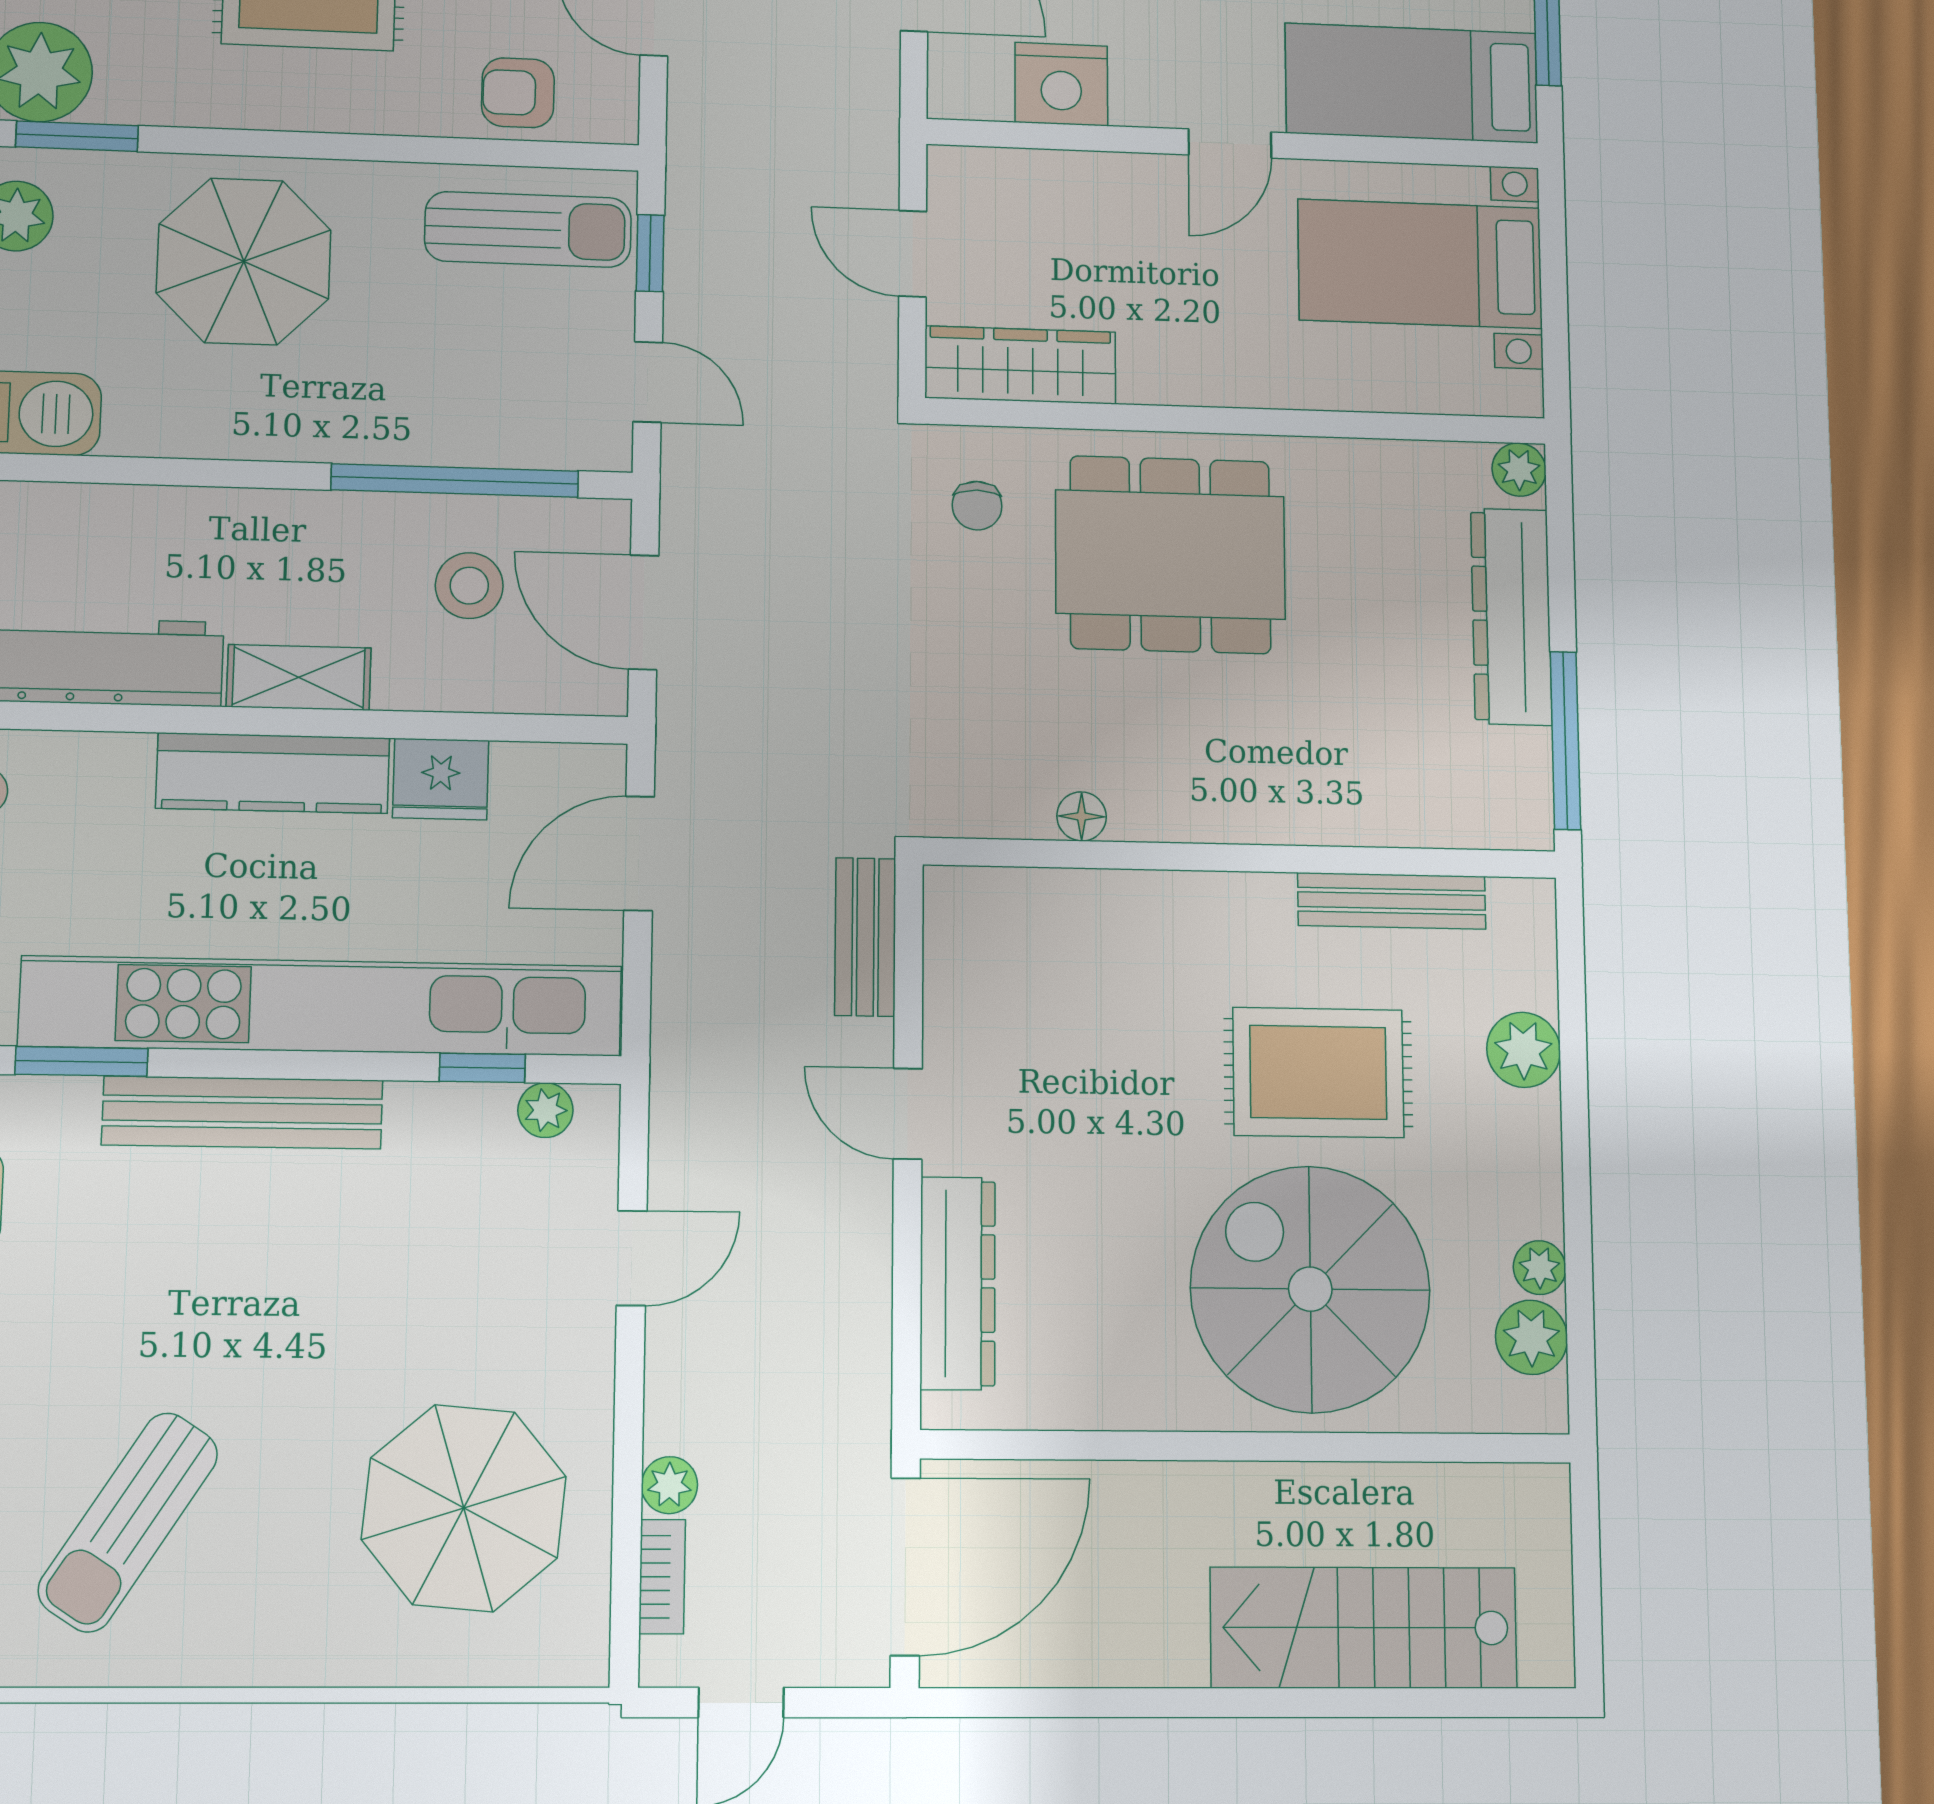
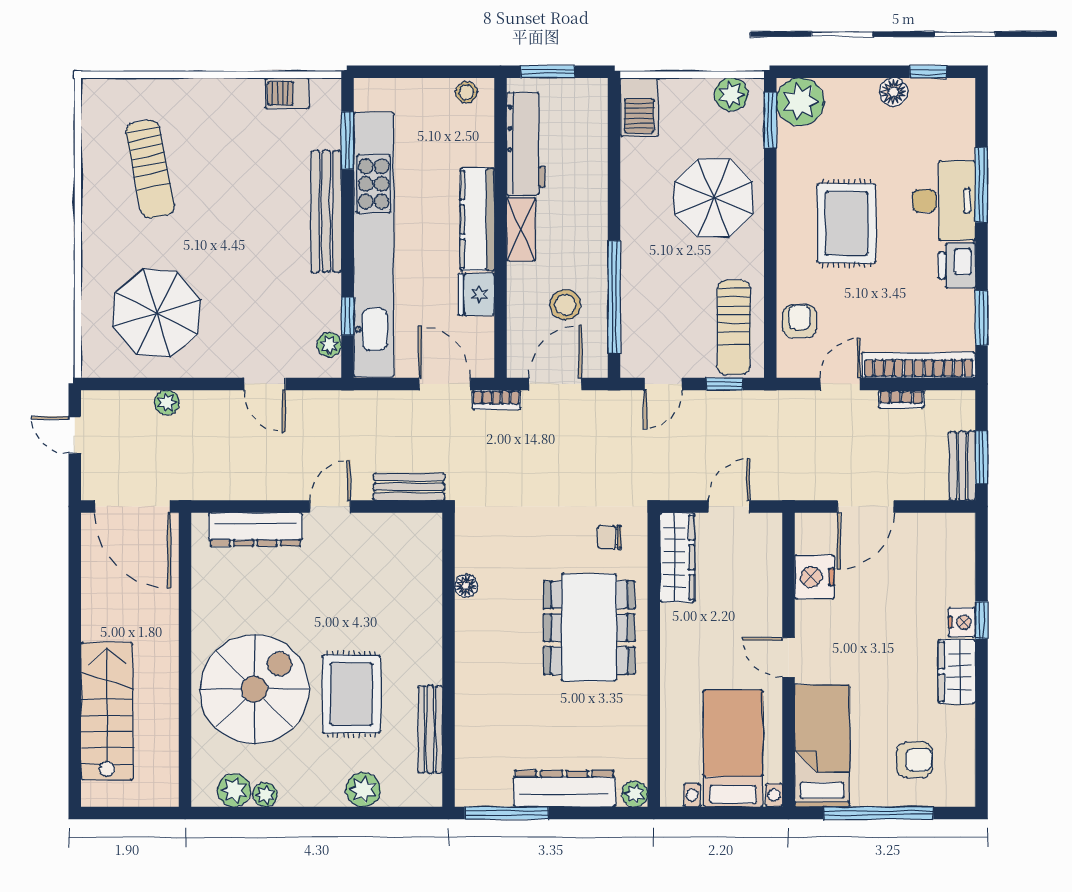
sun lounger: (128, 1522) -> (150, 169), turned -134
bookcase: (662, 1577) -> (496, 400), moved

